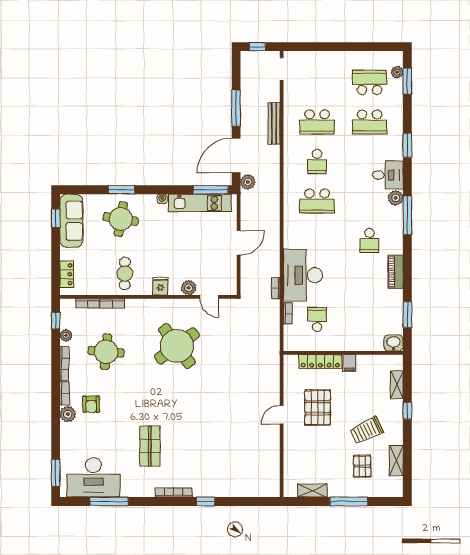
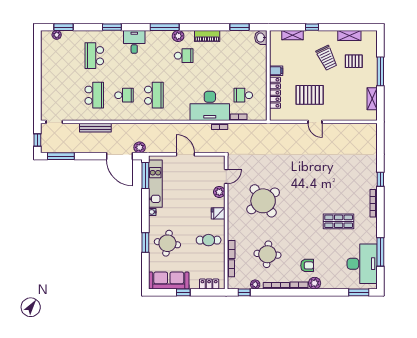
school desk: (369, 82) -> (64, 56), removed
window: (236, 108) -> (61, 156), moved
school desk: (369, 122) -> (94, 56), turned 180
plant: (396, 198) -> (178, 36), moved
window: (56, 218) -> (183, 292), moved

